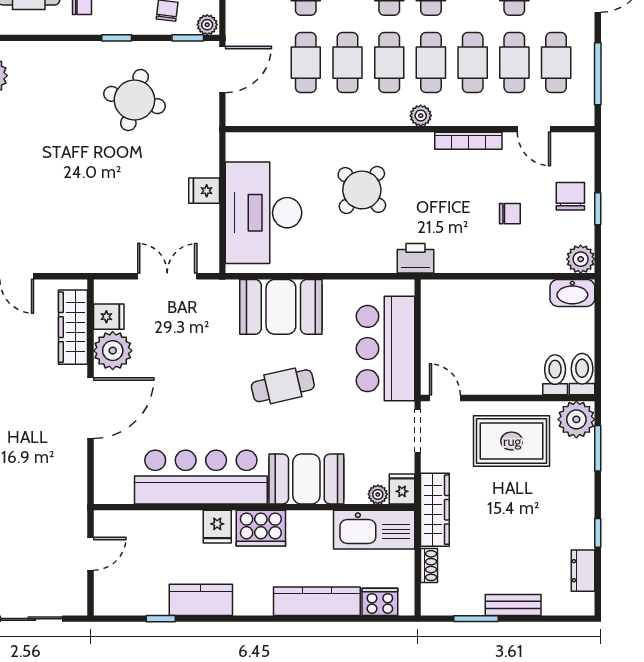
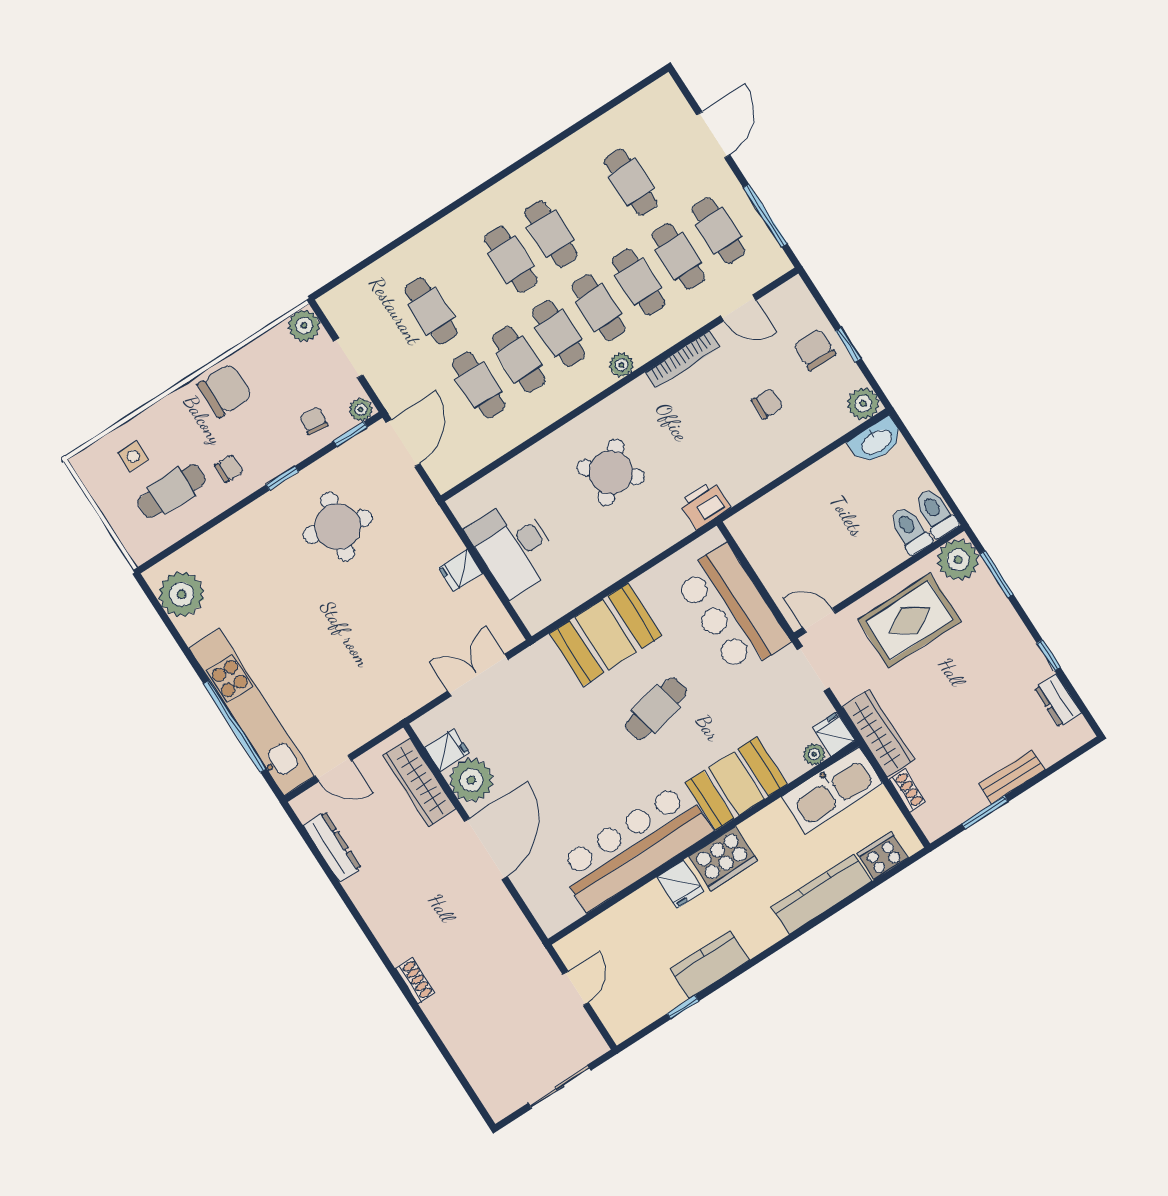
desk: (263, 213) -> (514, 547), width x0.73, depth x0.77

